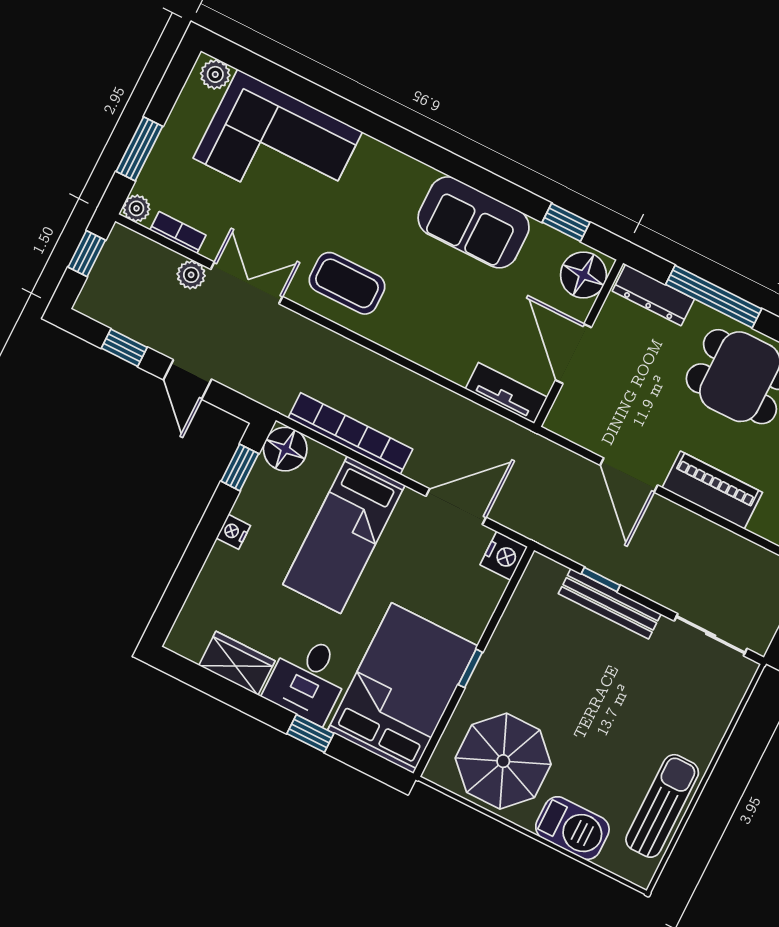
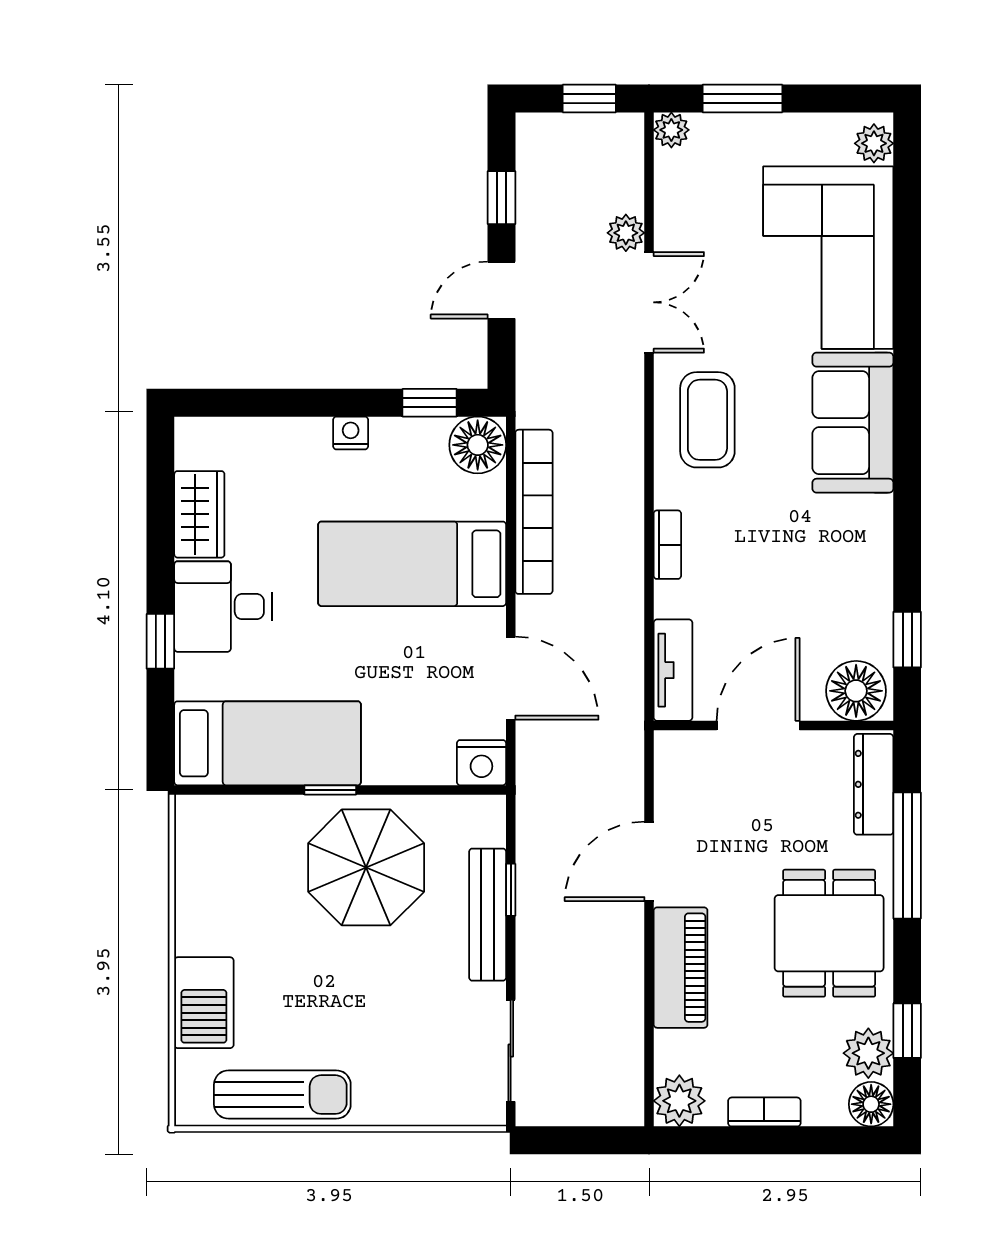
sofa: (474, 222) -> (853, 423), moved
bookcase: (178, 233) -> (667, 545), moved
bed: (403, 688) -> (268, 743), width x0.67
parasol: (503, 761) -> (366, 867), moved

